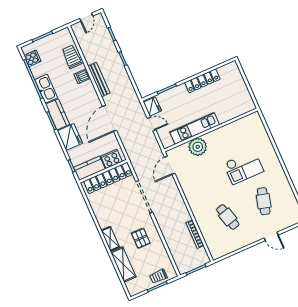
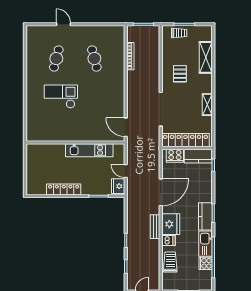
trolley: (72, 57) -> (170, 262), turned 180
cooker: (33, 58) -> (206, 263), moved
bench: (99, 80) -> (155, 227), width x0.73
fridge: (70, 137) -> (171, 224), moved, turned 180
plant: (198, 147) -> (94, 133), removed
door: (170, 165) -> (126, 127), swing flipped
shelving: (110, 239) -> (207, 105), moved

